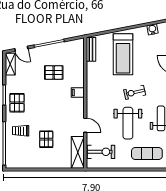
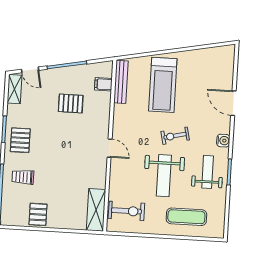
water cooler: (152, 29) -> (203, 55), removed
bench: (91, 49) -> (121, 82), width x1.36
filing cabinet: (78, 93) -> (103, 84), moved
door: (85, 125) -> (110, 148), moved
pallet: (46, 139) -> (38, 214), moved

